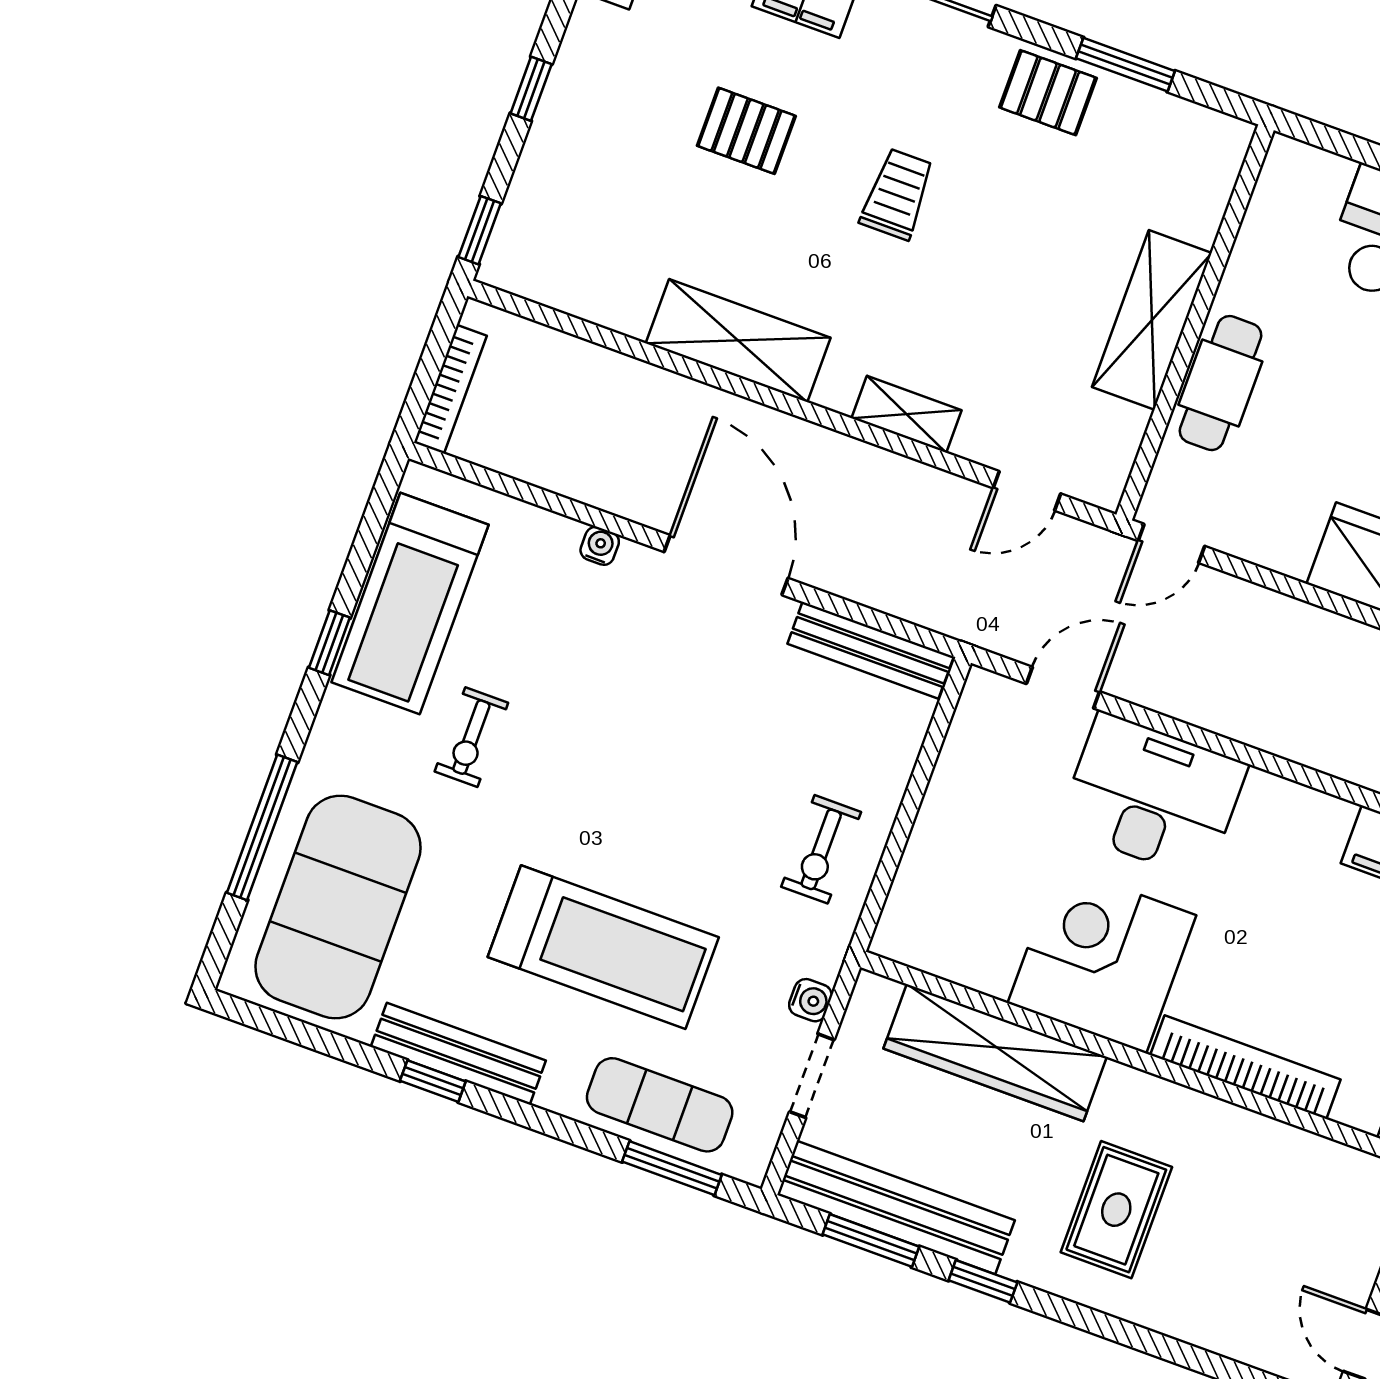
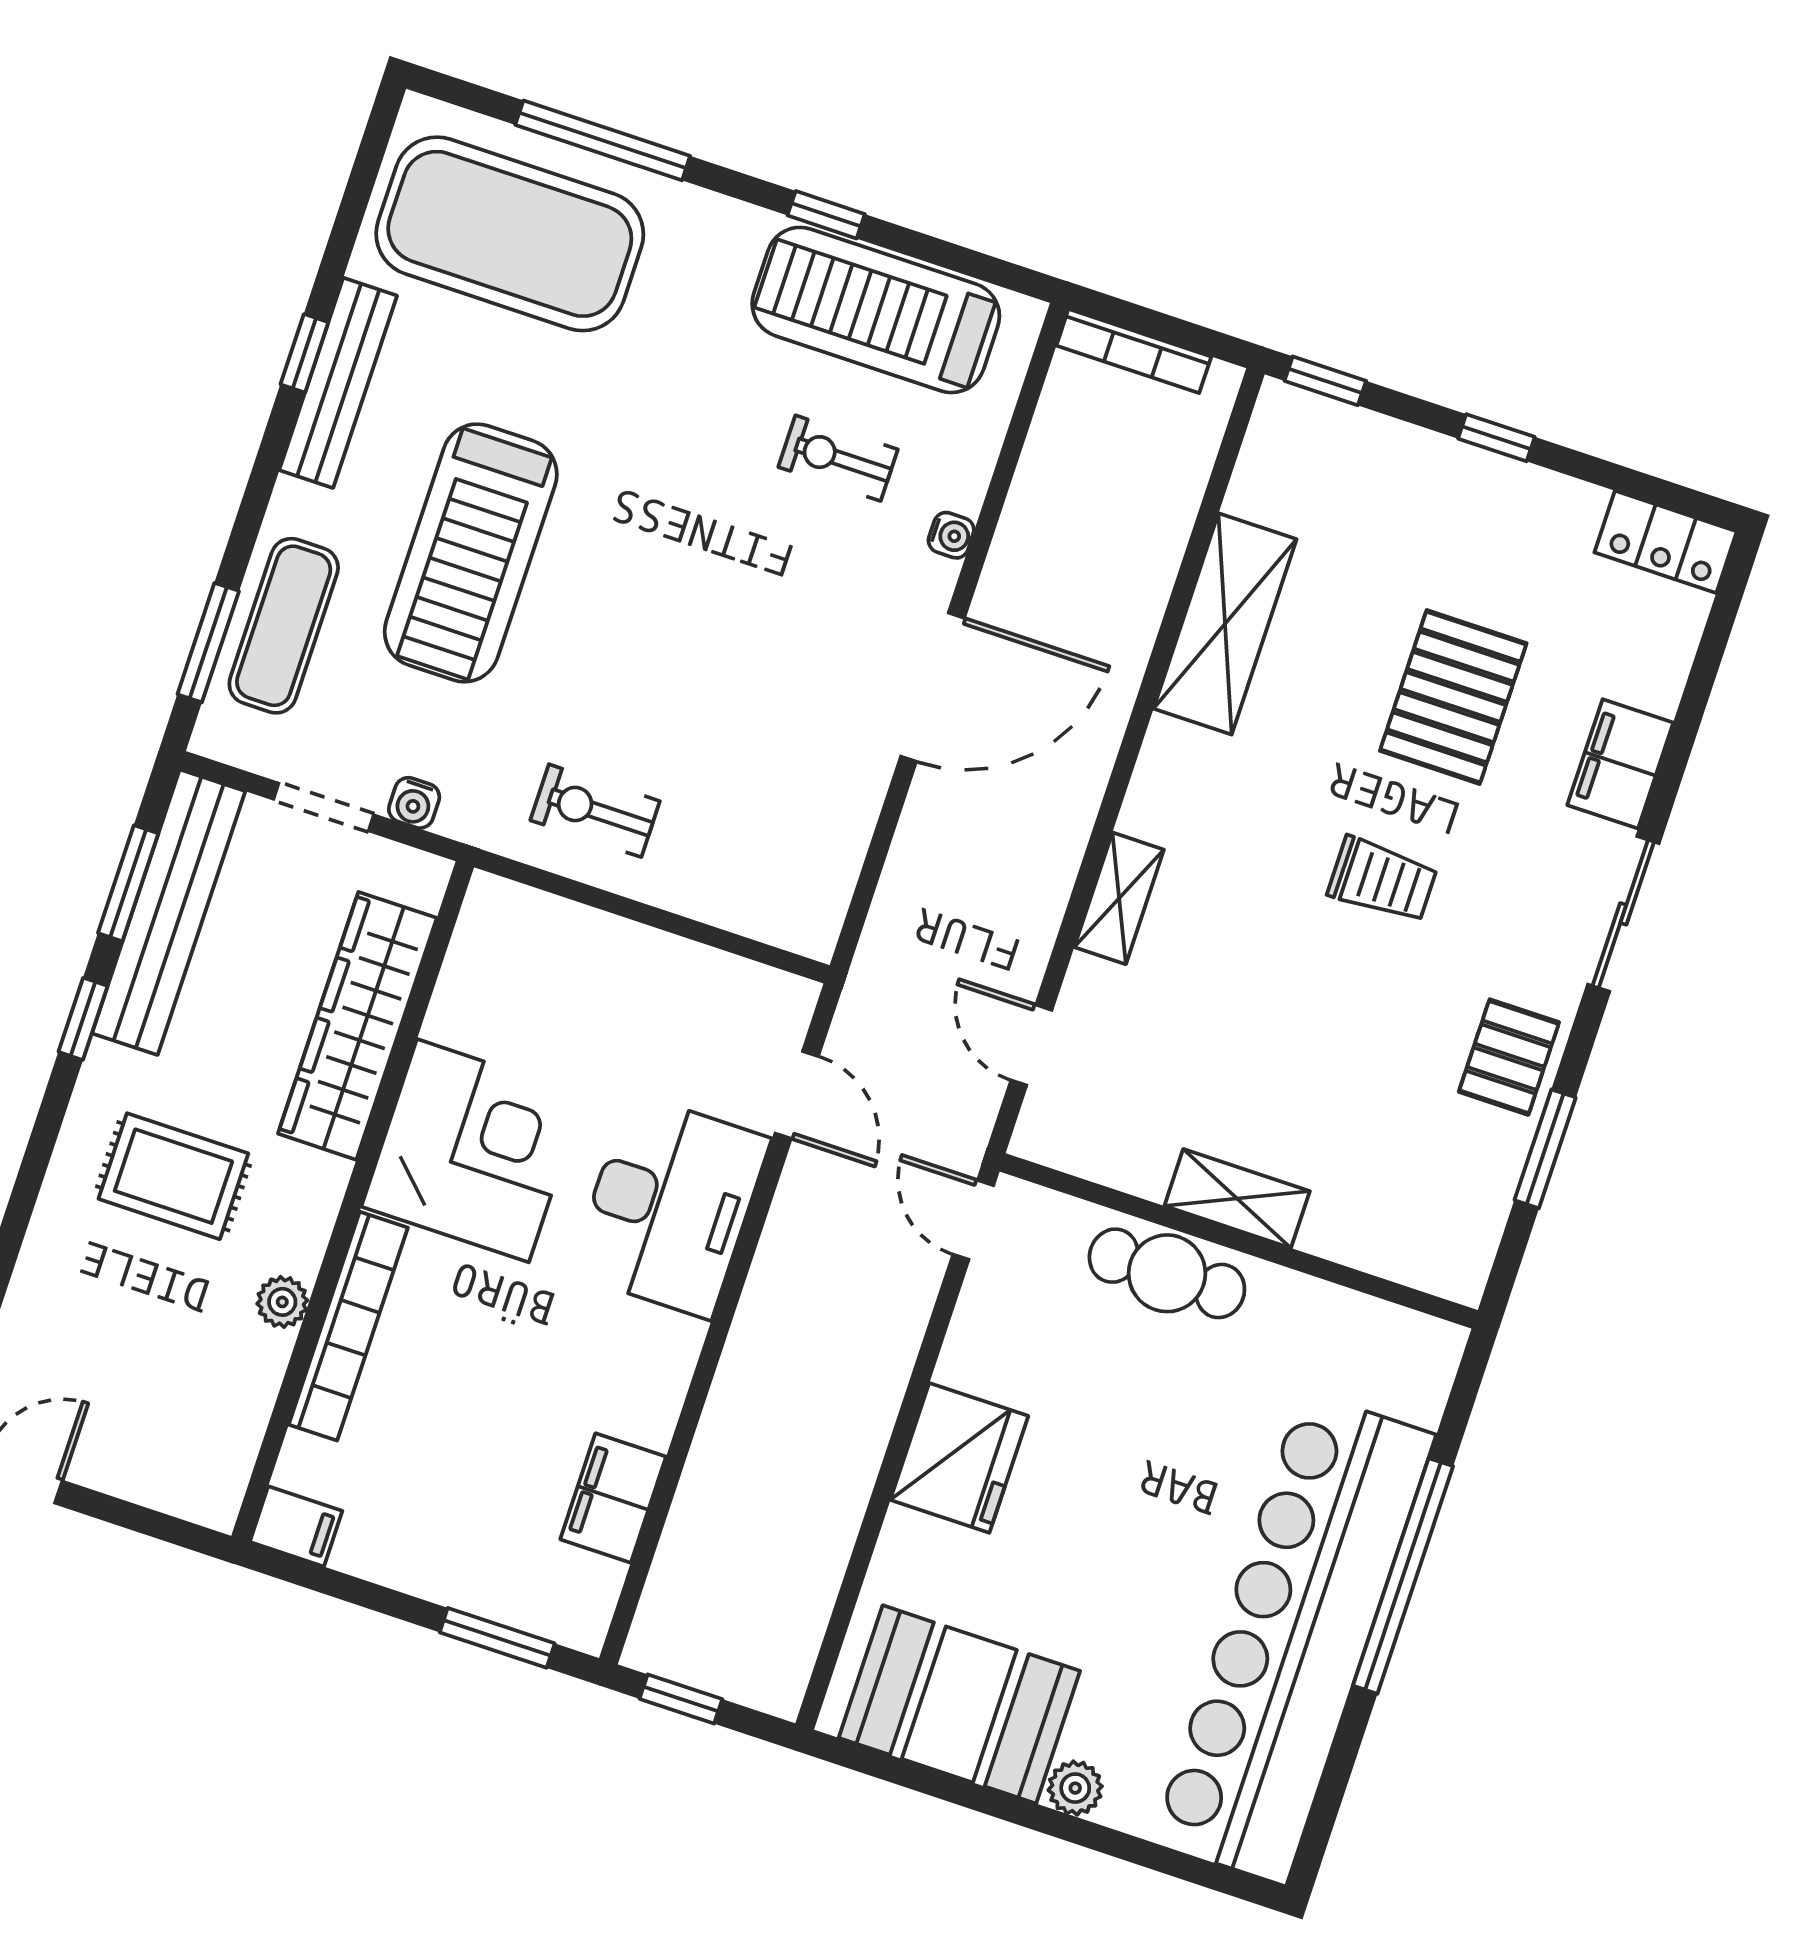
pallet: (746, 131) -> (1453, 697), width x1.50, depth x1.42
shelving: (1152, 320) -> (1237, 1198), width x0.67, depth x0.75
shelving: (738, 341) -> (1225, 624), moved
bench: (871, 650) -> (835, 863), removed
exercise bike: (471, 737) -> (838, 458), moved
plant: (1224, 1122) -> (282, 1302), added

